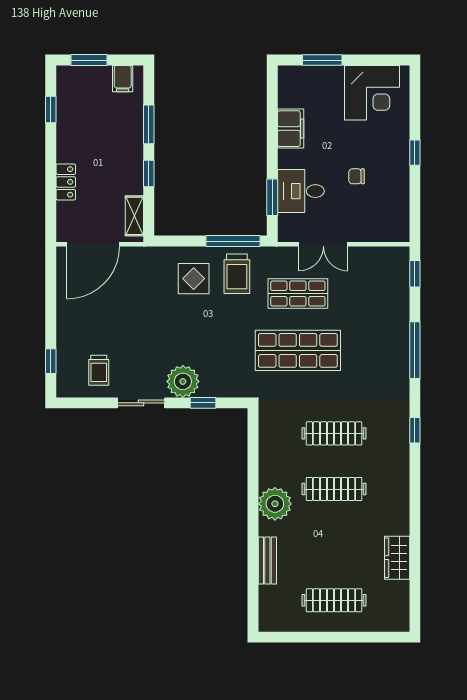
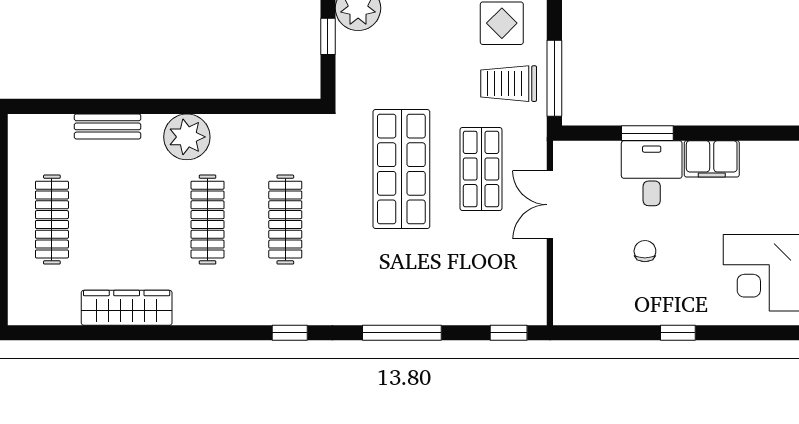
desk: (301, 191) -> (652, 173), moved
window: (272, 197) -> (647, 133), moved
wardrobe: (397, 558) -> (127, 308), width x1.50

